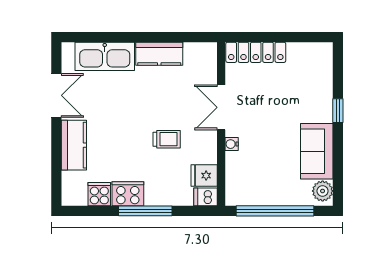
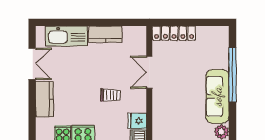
window: (338, 111) -> (232, 75), width x3.17
water cooler: (232, 144) -> (157, 98), removed
sofa: (317, 151) -> (217, 96), width x1.36

